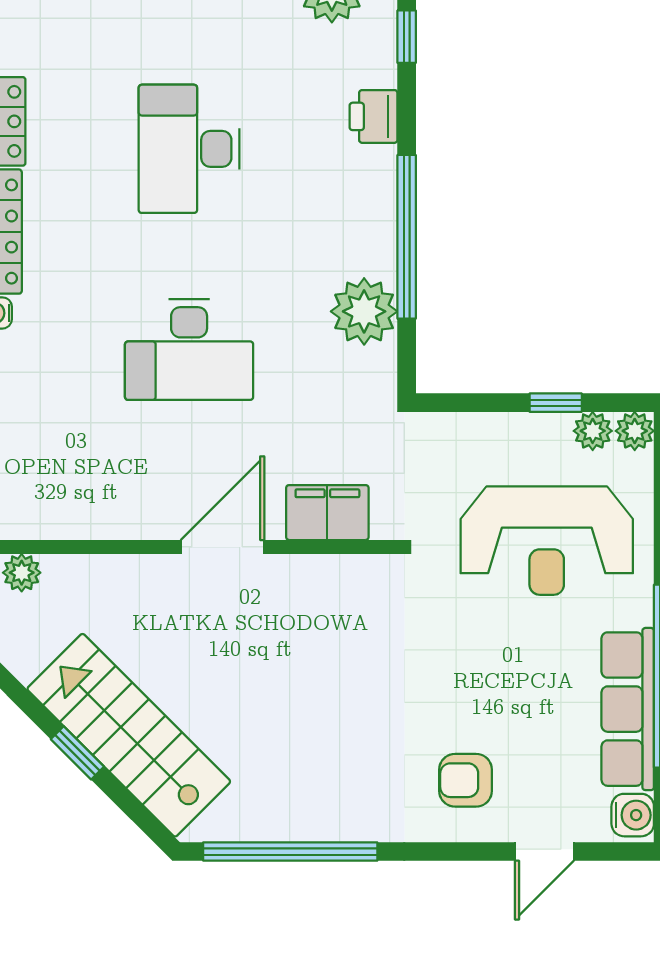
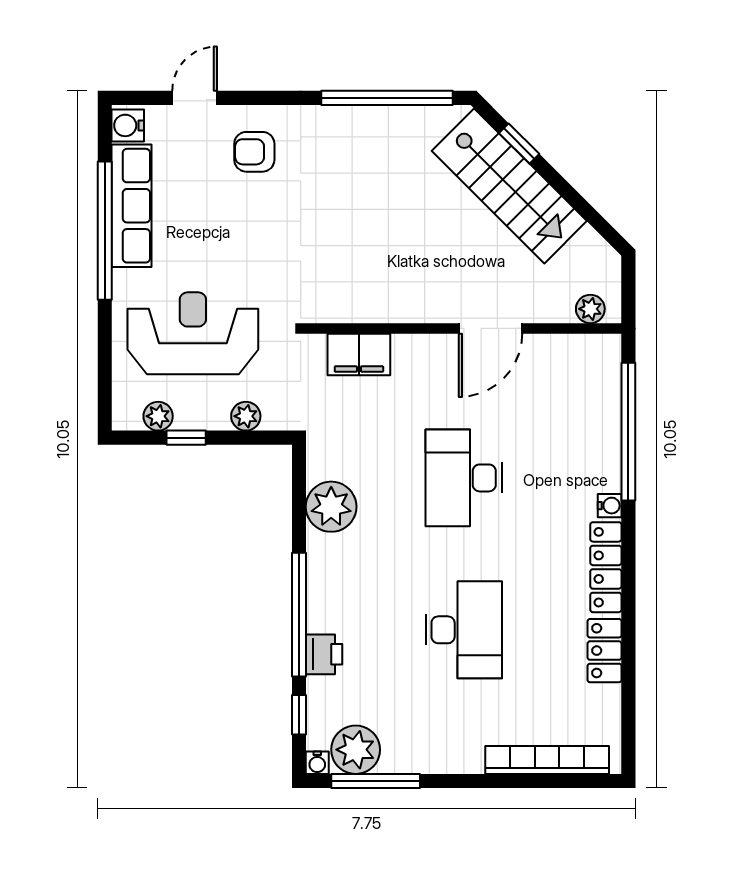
window: (407, 237) -> (299, 615), moved
desk: (189, 349) -> (464, 478), turned -90
plant: (635, 431) -> (246, 416), moved
door: (222, 547) -> (490, 328), moved
window: (77, 753) -> (519, 143), moved
armchair: (466, 780) -> (254, 152), turned 180

